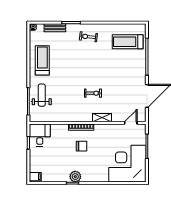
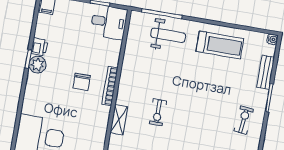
printer: (63, 177) -> (39, 47), added

